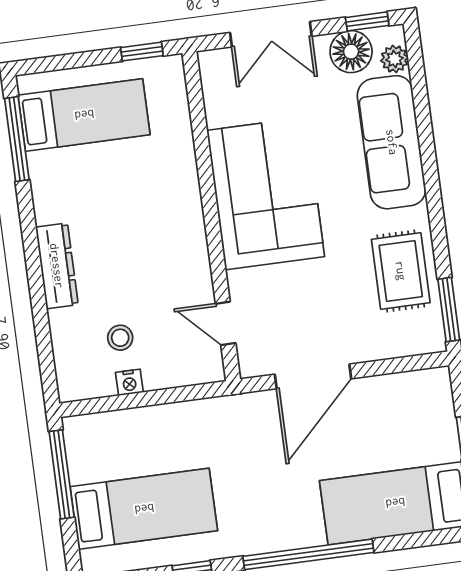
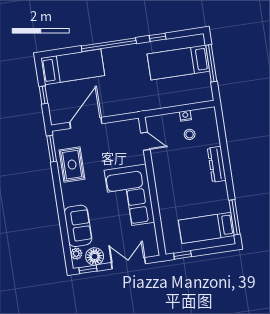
sofa: (392, 142) -> (78, 226), width x0.73
door: (313, 376) -> (86, 123), moved
window: (62, 474) -> (211, 63), moved

